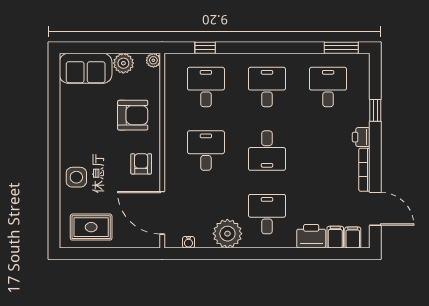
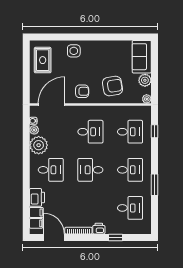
window: (341, 48) -> (155, 185), moved
armchair: (133, 115) -> (112, 86), turned -99
door: (375, 209) -> (54, 237), swing flipped
plant: (203, 241) -> (34, 130), added

